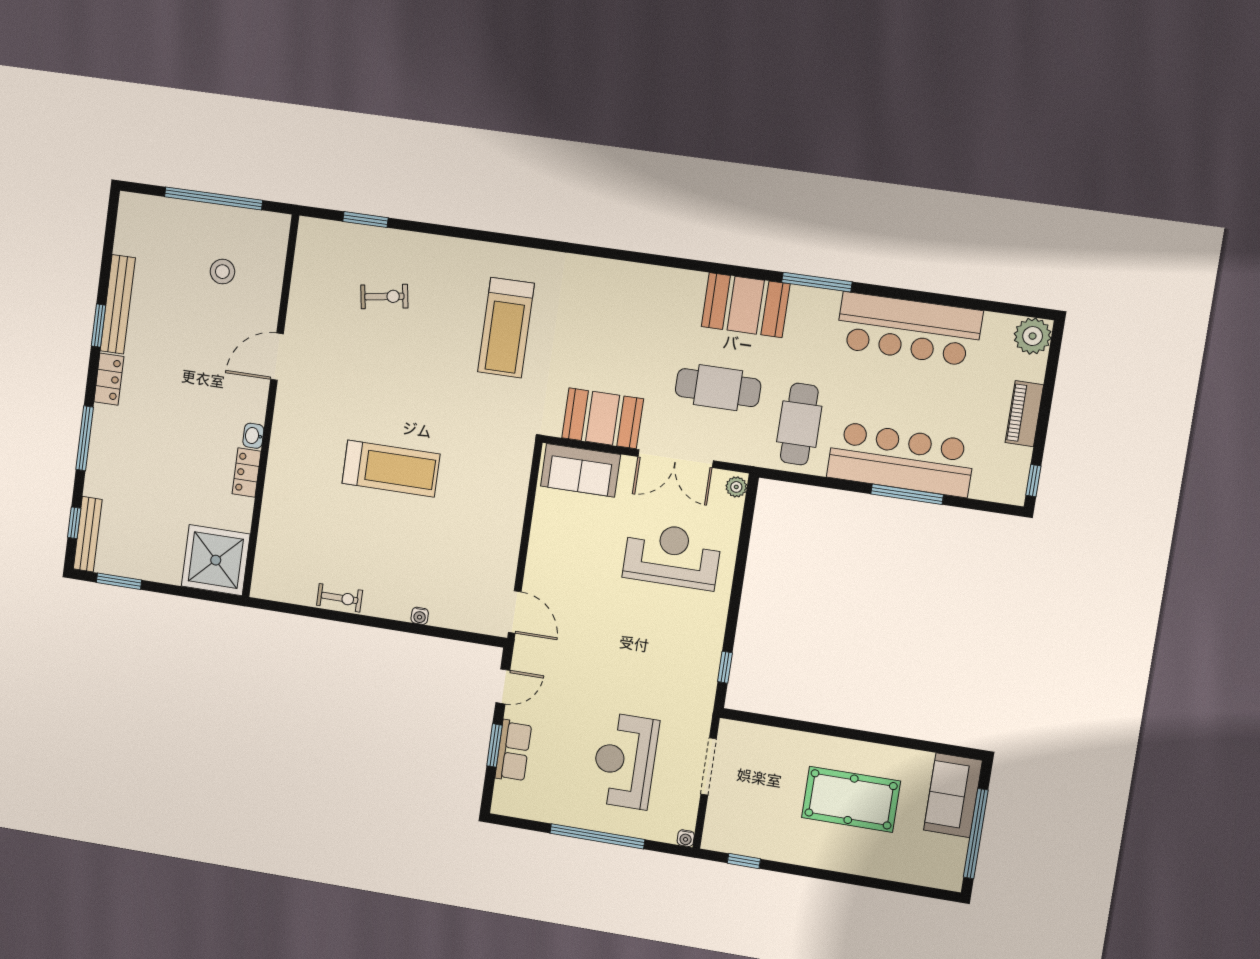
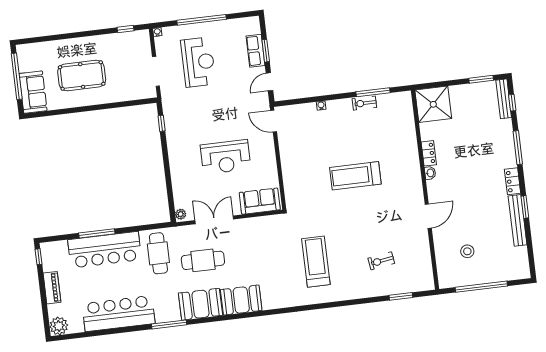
booth: (603, 418) -> (241, 300), moved
reception desk: (672, 556) -> (226, 157), moved
window: (319, 613) -> (373, 92), added

